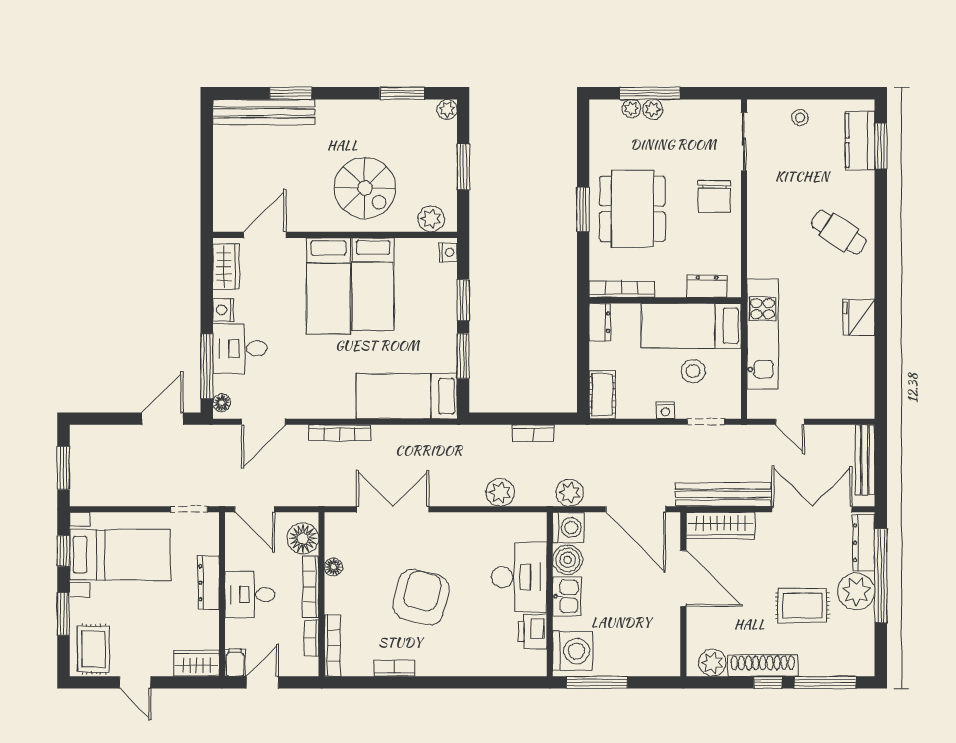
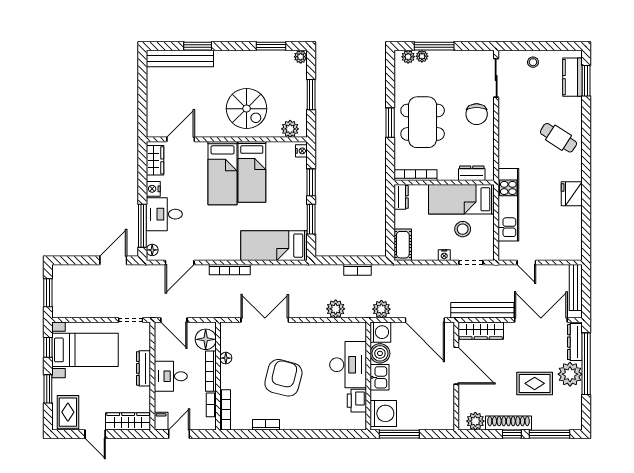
plant: (653, 109) -> (408, 57), moved
wardrobe: (196, 663) -> (128, 421), width x1.50

